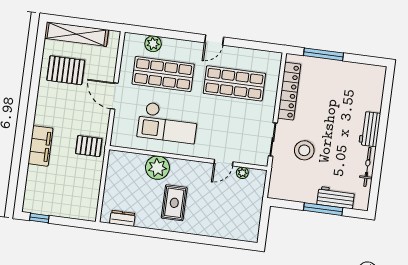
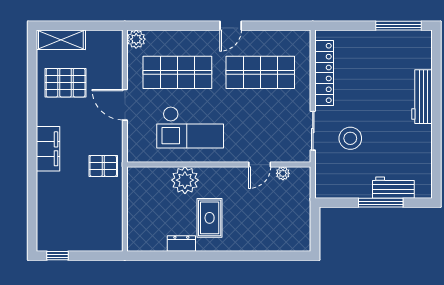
shelving: (76, 34) -> (61, 40), width x0.68
plant: (153, 44) -> (136, 39), moved
window: (323, 54) -> (398, 26), moved
workbench: (370, 129) -> (422, 97), width x1.38
filing cabinet: (40, 146) -> (48, 149), moved
bicycle: (367, 167) -> (425, 148), removed
dresser: (122, 218) -> (181, 243), moved

